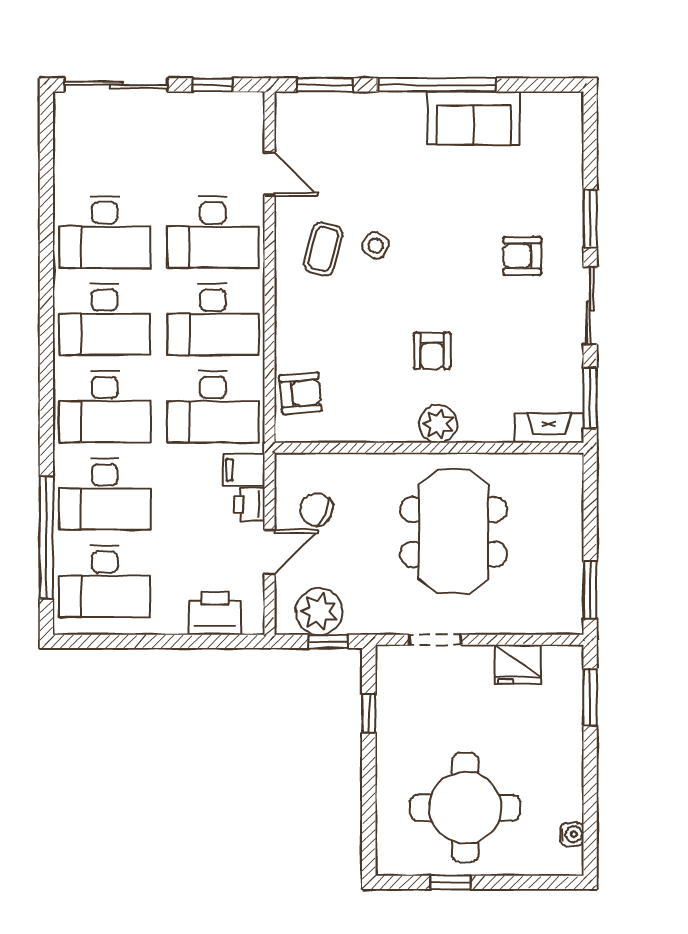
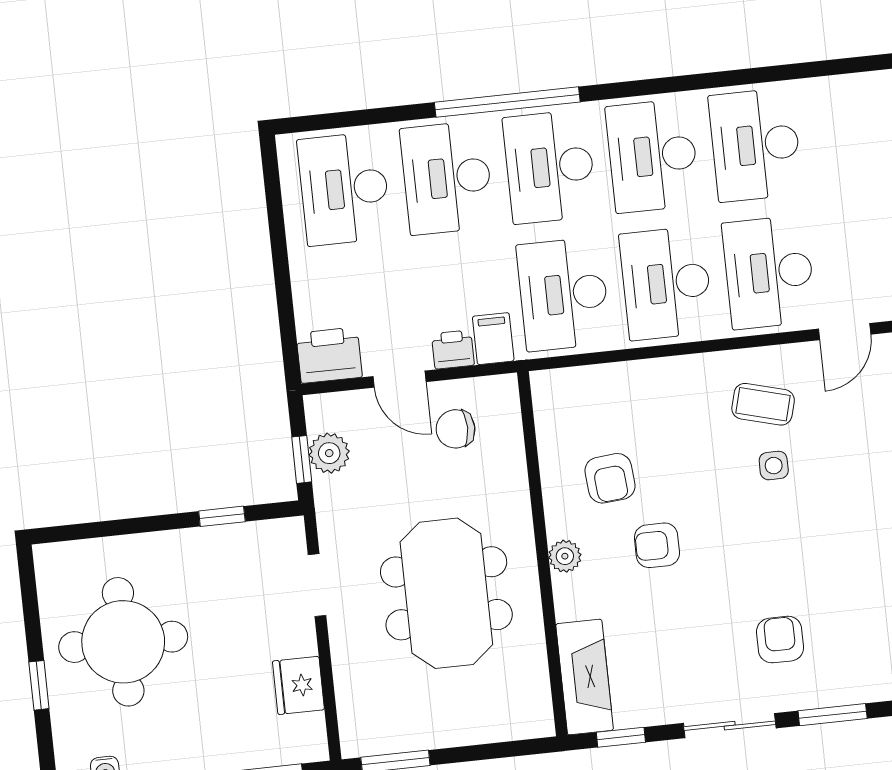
side table: (376, 246) -> (774, 466), turned -31
armchair: (301, 393) -> (610, 478), moved
window: (590, 398) -> (621, 737), width x0.67
plant: (438, 424) -> (565, 556), width x0.73, depth x0.73
fireplace: (549, 428) -> (585, 677), width x1.37, depth x1.32
chair: (316, 509) -> (456, 429), turned -116
meeting table: (454, 532) -> (446, 593), turned 90
window: (46, 537) -> (507, 102), moved
plant: (319, 611) -> (329, 453), width x0.73, depth x0.73
printer: (215, 613) -> (329, 355), moved, turned -90
window: (450, 882) -> (39, 685), moved

